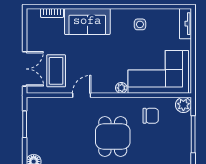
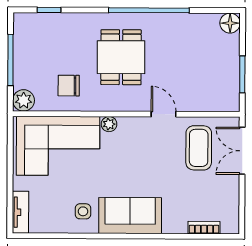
sofa: (87, 21) -> (130, 216), moved
door: (82, 95) -> (164, 114), swing flipped

